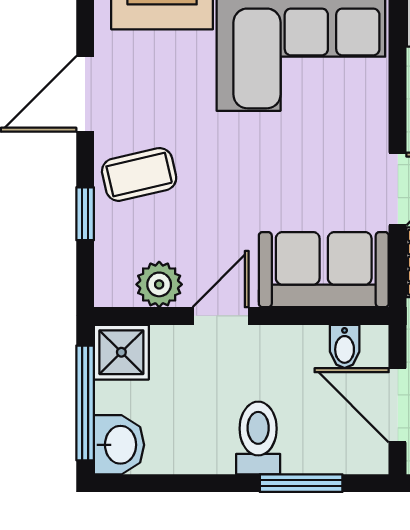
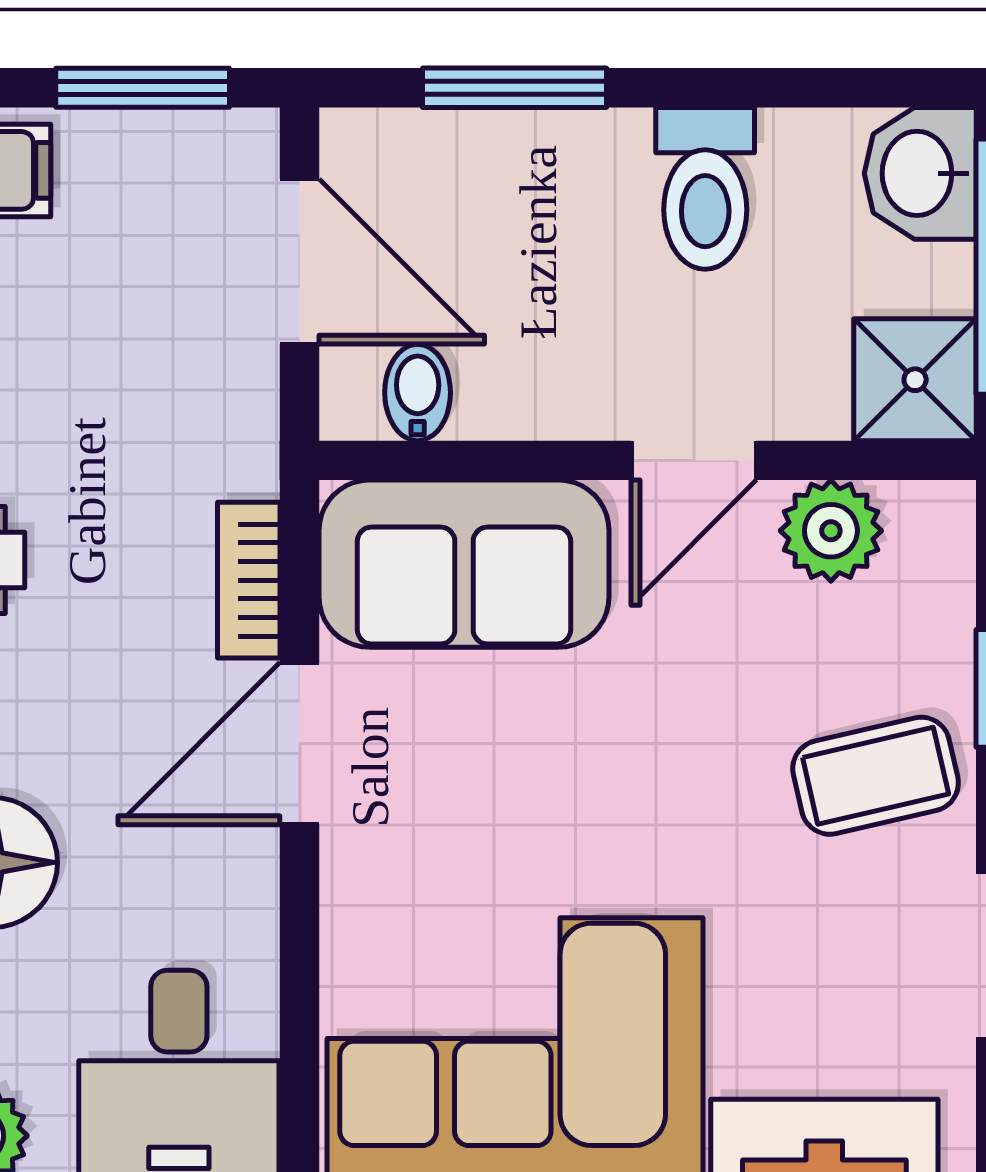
toilet: (258, 438) -> (705, 188), moved

